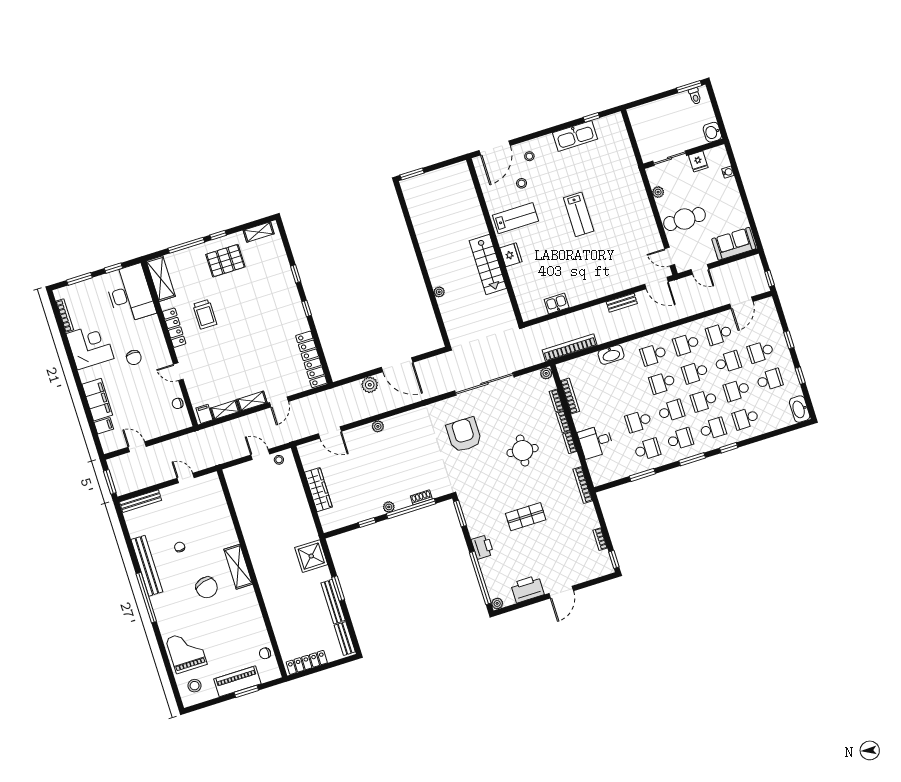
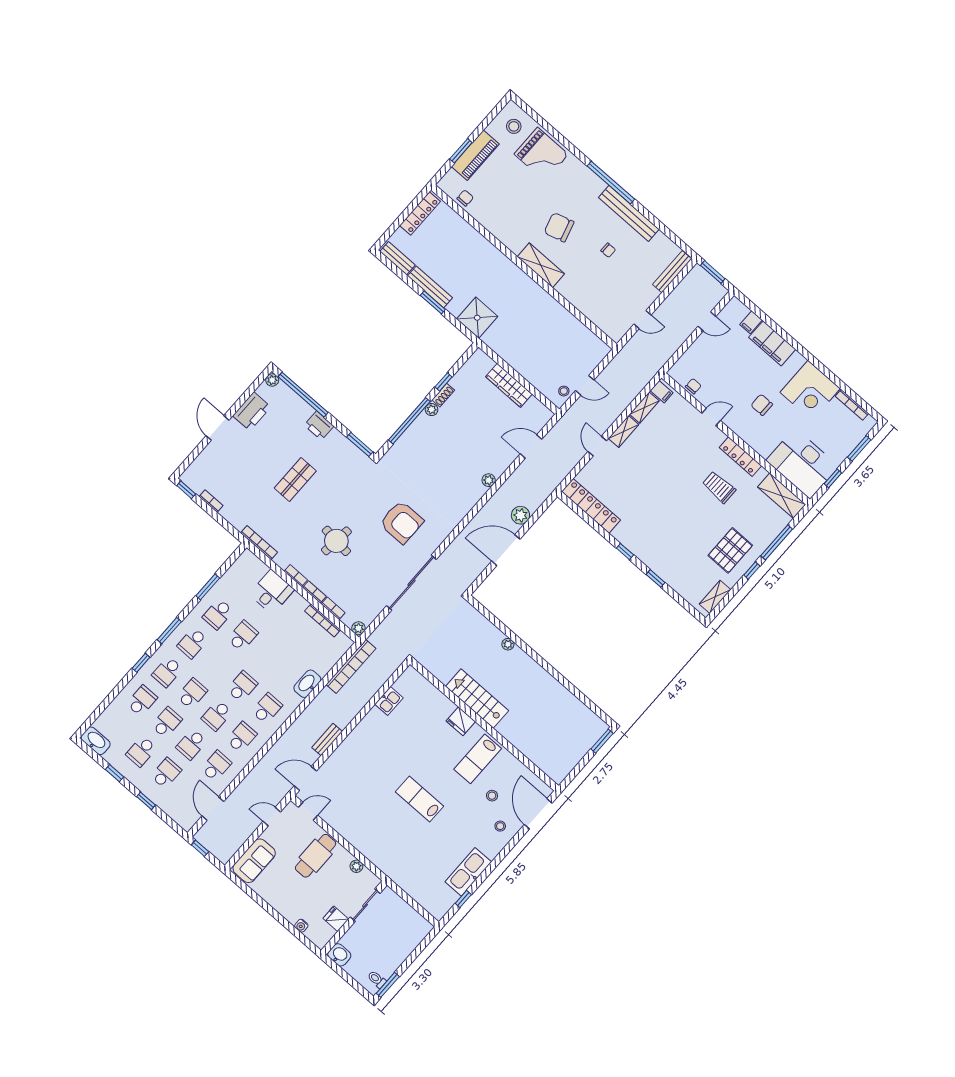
school desk: (695, 372) -> (217, 715), turned 180
school desk: (671, 411) -> (217, 665), removed
shoe rack: (421, 497) -> (443, 395), moved

